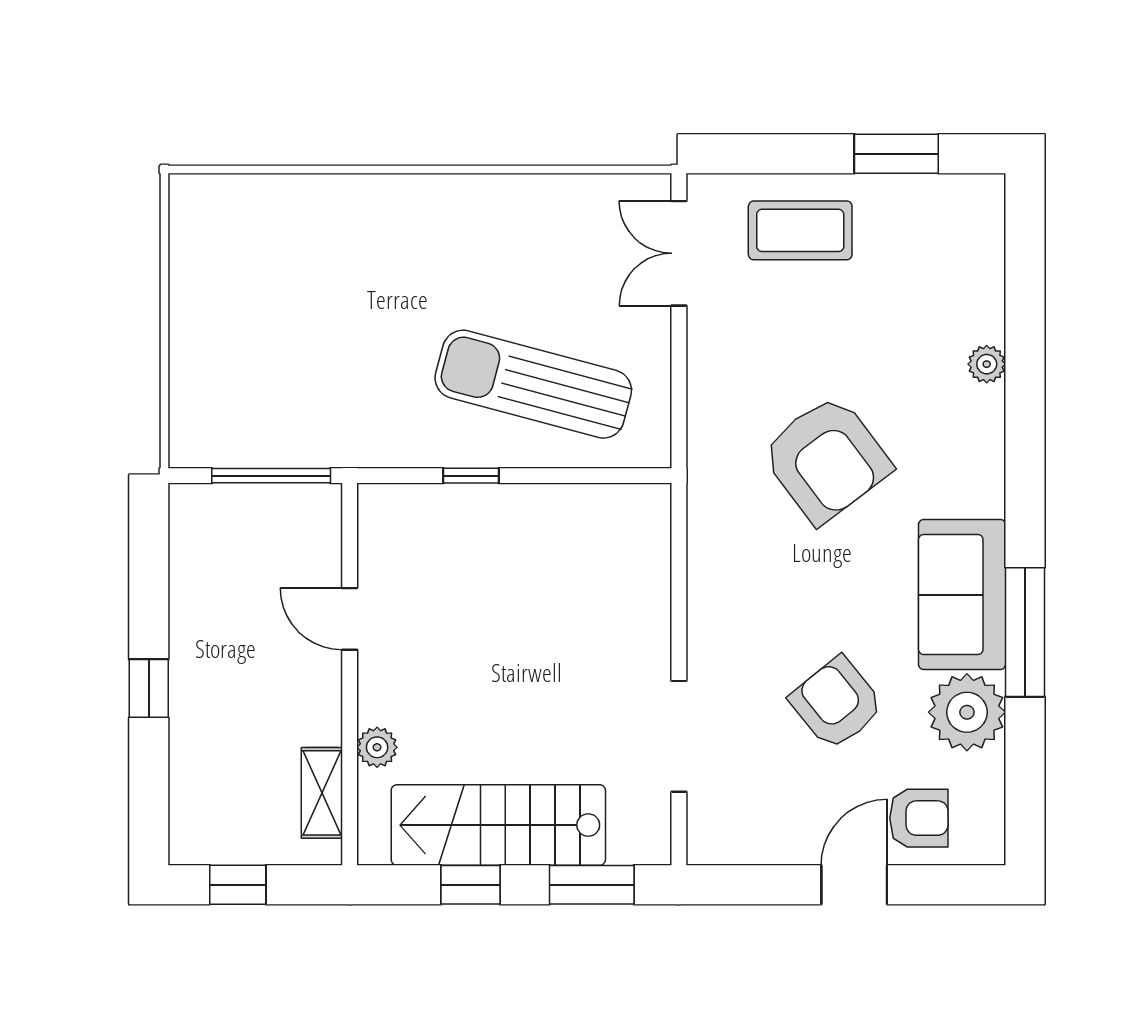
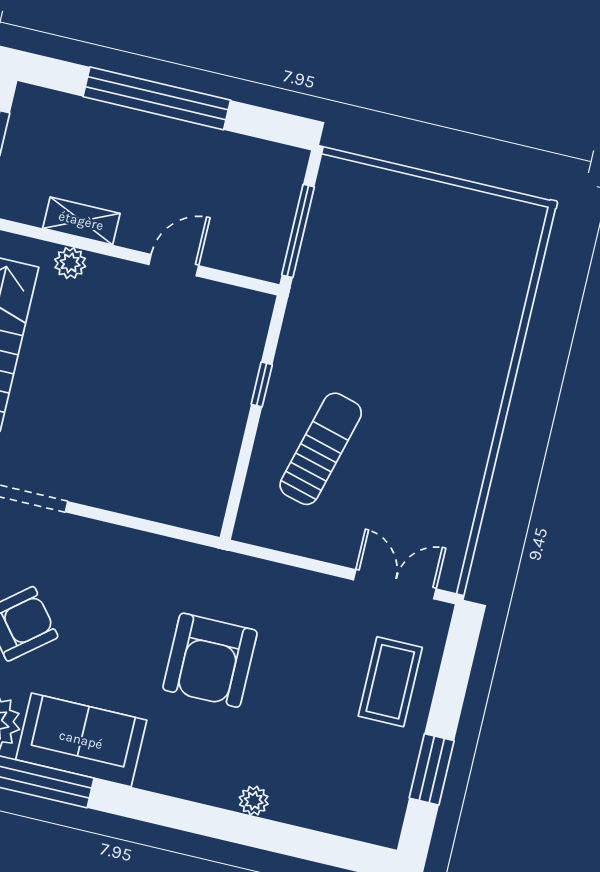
sun lounger: (533, 384) -> (321, 449), width x0.73, depth x0.75
armchair: (826, 459) -> (210, 660), turned -53
window: (149, 688) -> (157, 98), width x3.17
shelving: (322, 793) -> (81, 221), moved

